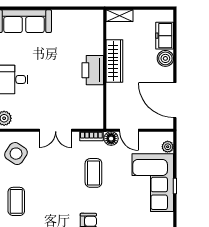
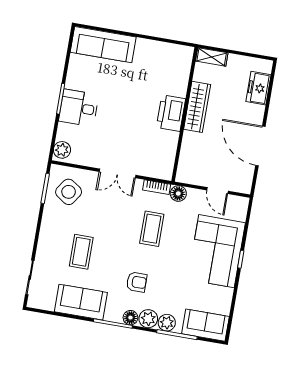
boiler: (165, 58) -> (255, 114), removed
door: (175, 100) -> (260, 146), moved
door: (129, 130) -> (217, 191), moved
plant: (168, 147) -> (240, 214), removed
coffee table: (16, 201) -> (81, 252), moved

